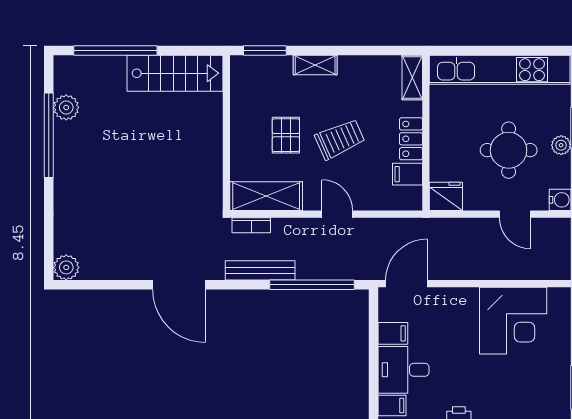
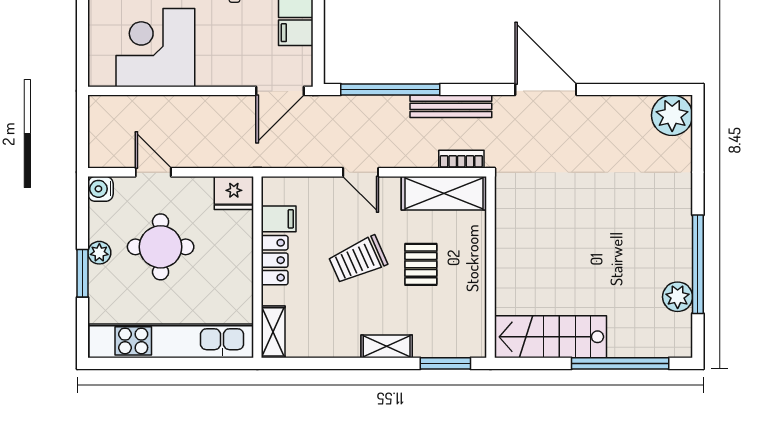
plant: (66, 267) -> (672, 115), width x1.36, depth x1.36

